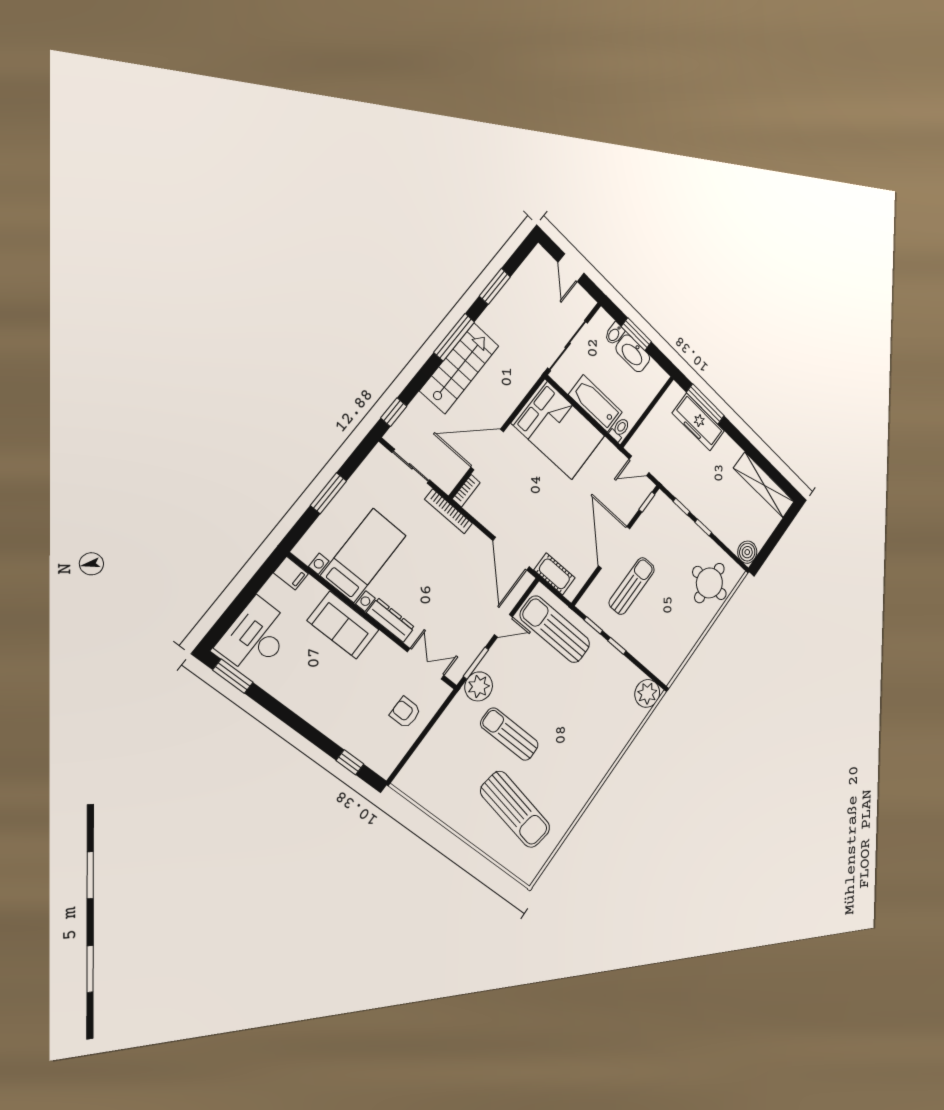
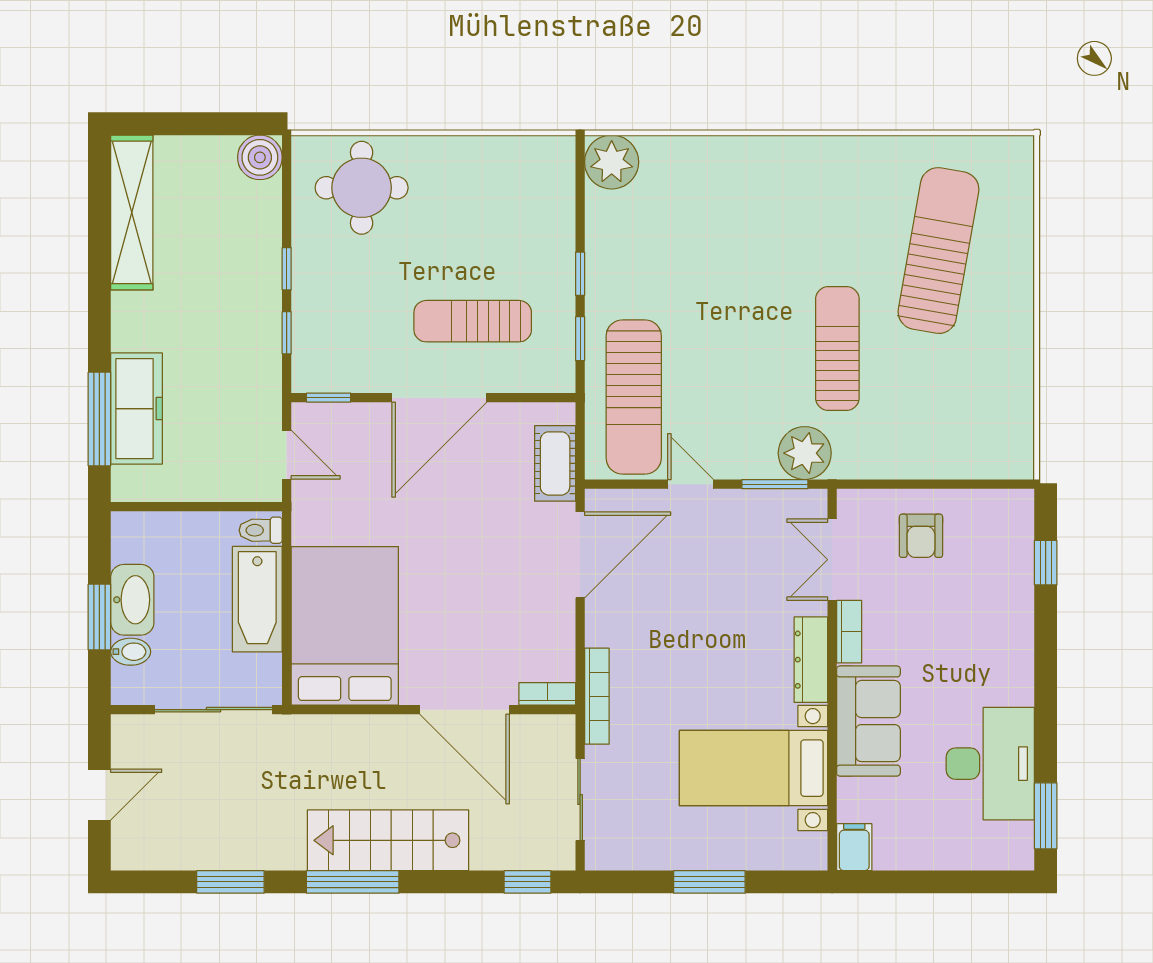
desk: (256, 637) -> (990, 764), moved, turned -90
bookcase: (389, 647) -> (849, 632), added
sun lounger: (510, 734) -> (837, 348), turned 180

